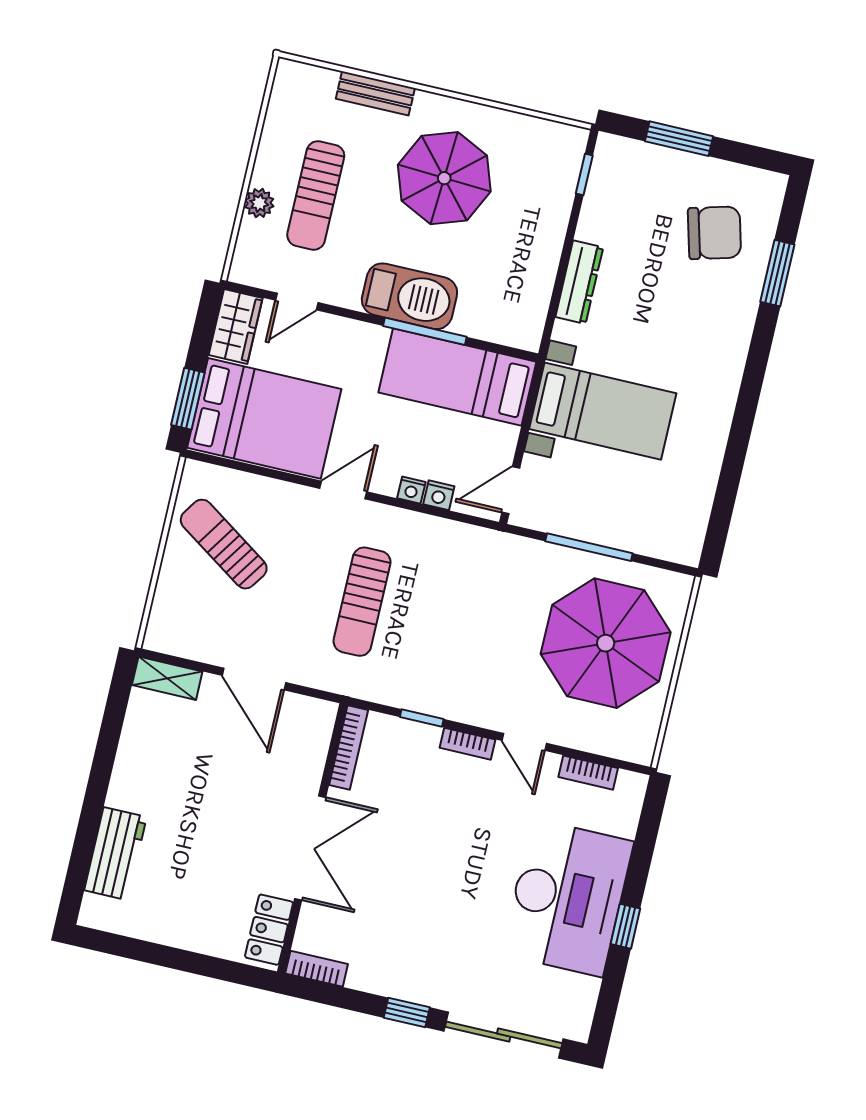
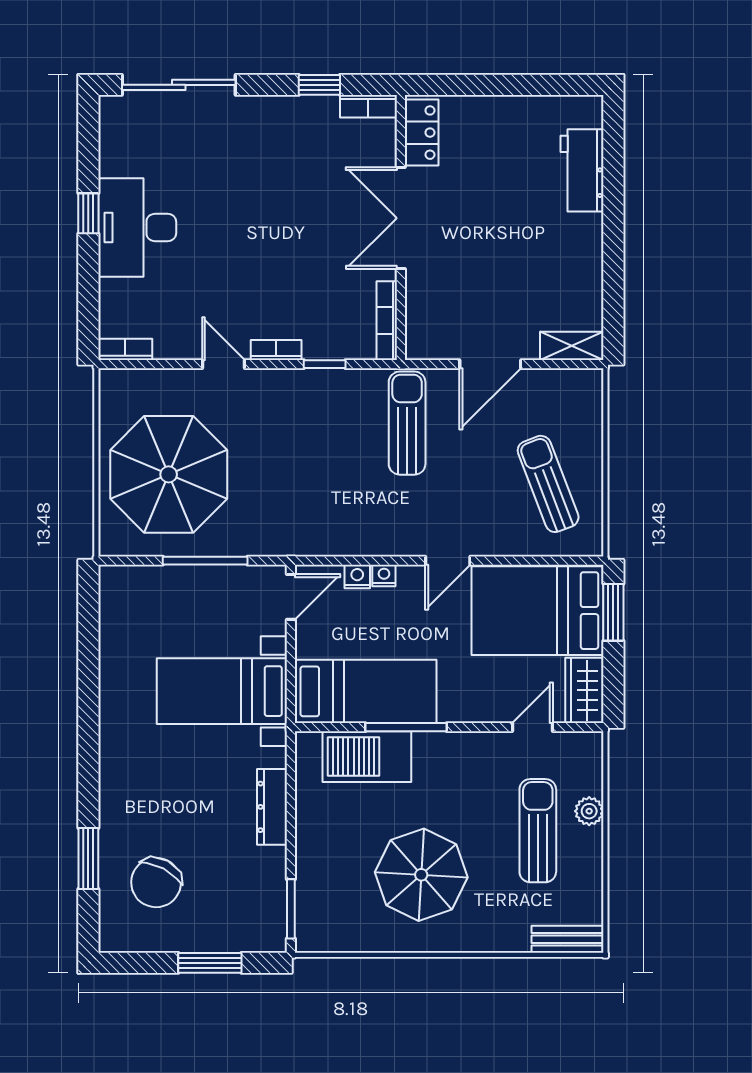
bench: (375, 93) -> (567, 939), moved
window: (584, 174) -> (291, 909), width x1.50
chair: (714, 233) -> (156, 883), turned -47
barbecue: (409, 296) -> (367, 757), moved
sun lounger: (224, 544) -> (548, 484), turned -145
sun lounger: (362, 602) -> (407, 423), moved
door: (254, 679) -> (490, 364), swing flipped
bookcase: (588, 773) -> (125, 349), moved
desk: (567, 898) -> (137, 227), width x0.73, depth x0.77
window: (407, 1012) -> (319, 85), moved

